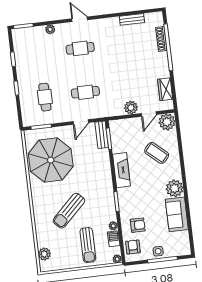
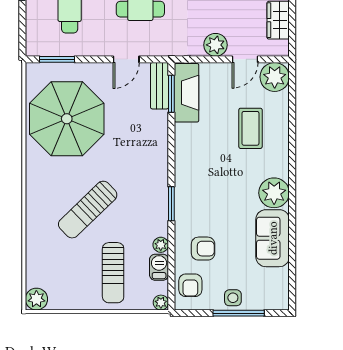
coffee table: (157, 153) -> (250, 128), turned 49
fireplace: (122, 170) -> (187, 93), moved
armchair: (133, 247) -> (190, 285), turned 180
plant: (44, 254) -> (36, 299), moved

